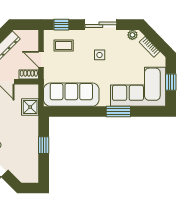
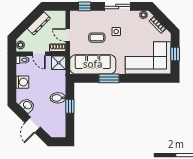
coffee table: (64, 46) -> (97, 38), moved
shower: (30, 107) -> (59, 63), moved
window: (118, 112) -> (109, 78), moved
bidet: (29, 135) -> (58, 98), added

